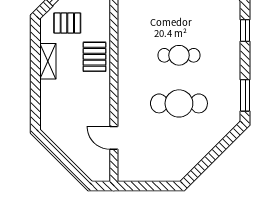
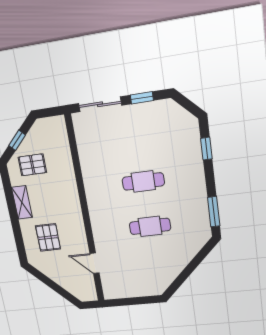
pallet: (94, 57) -> (48, 237), moved
cafe table: (179, 103) -> (150, 226), width x0.73, depth x0.74

